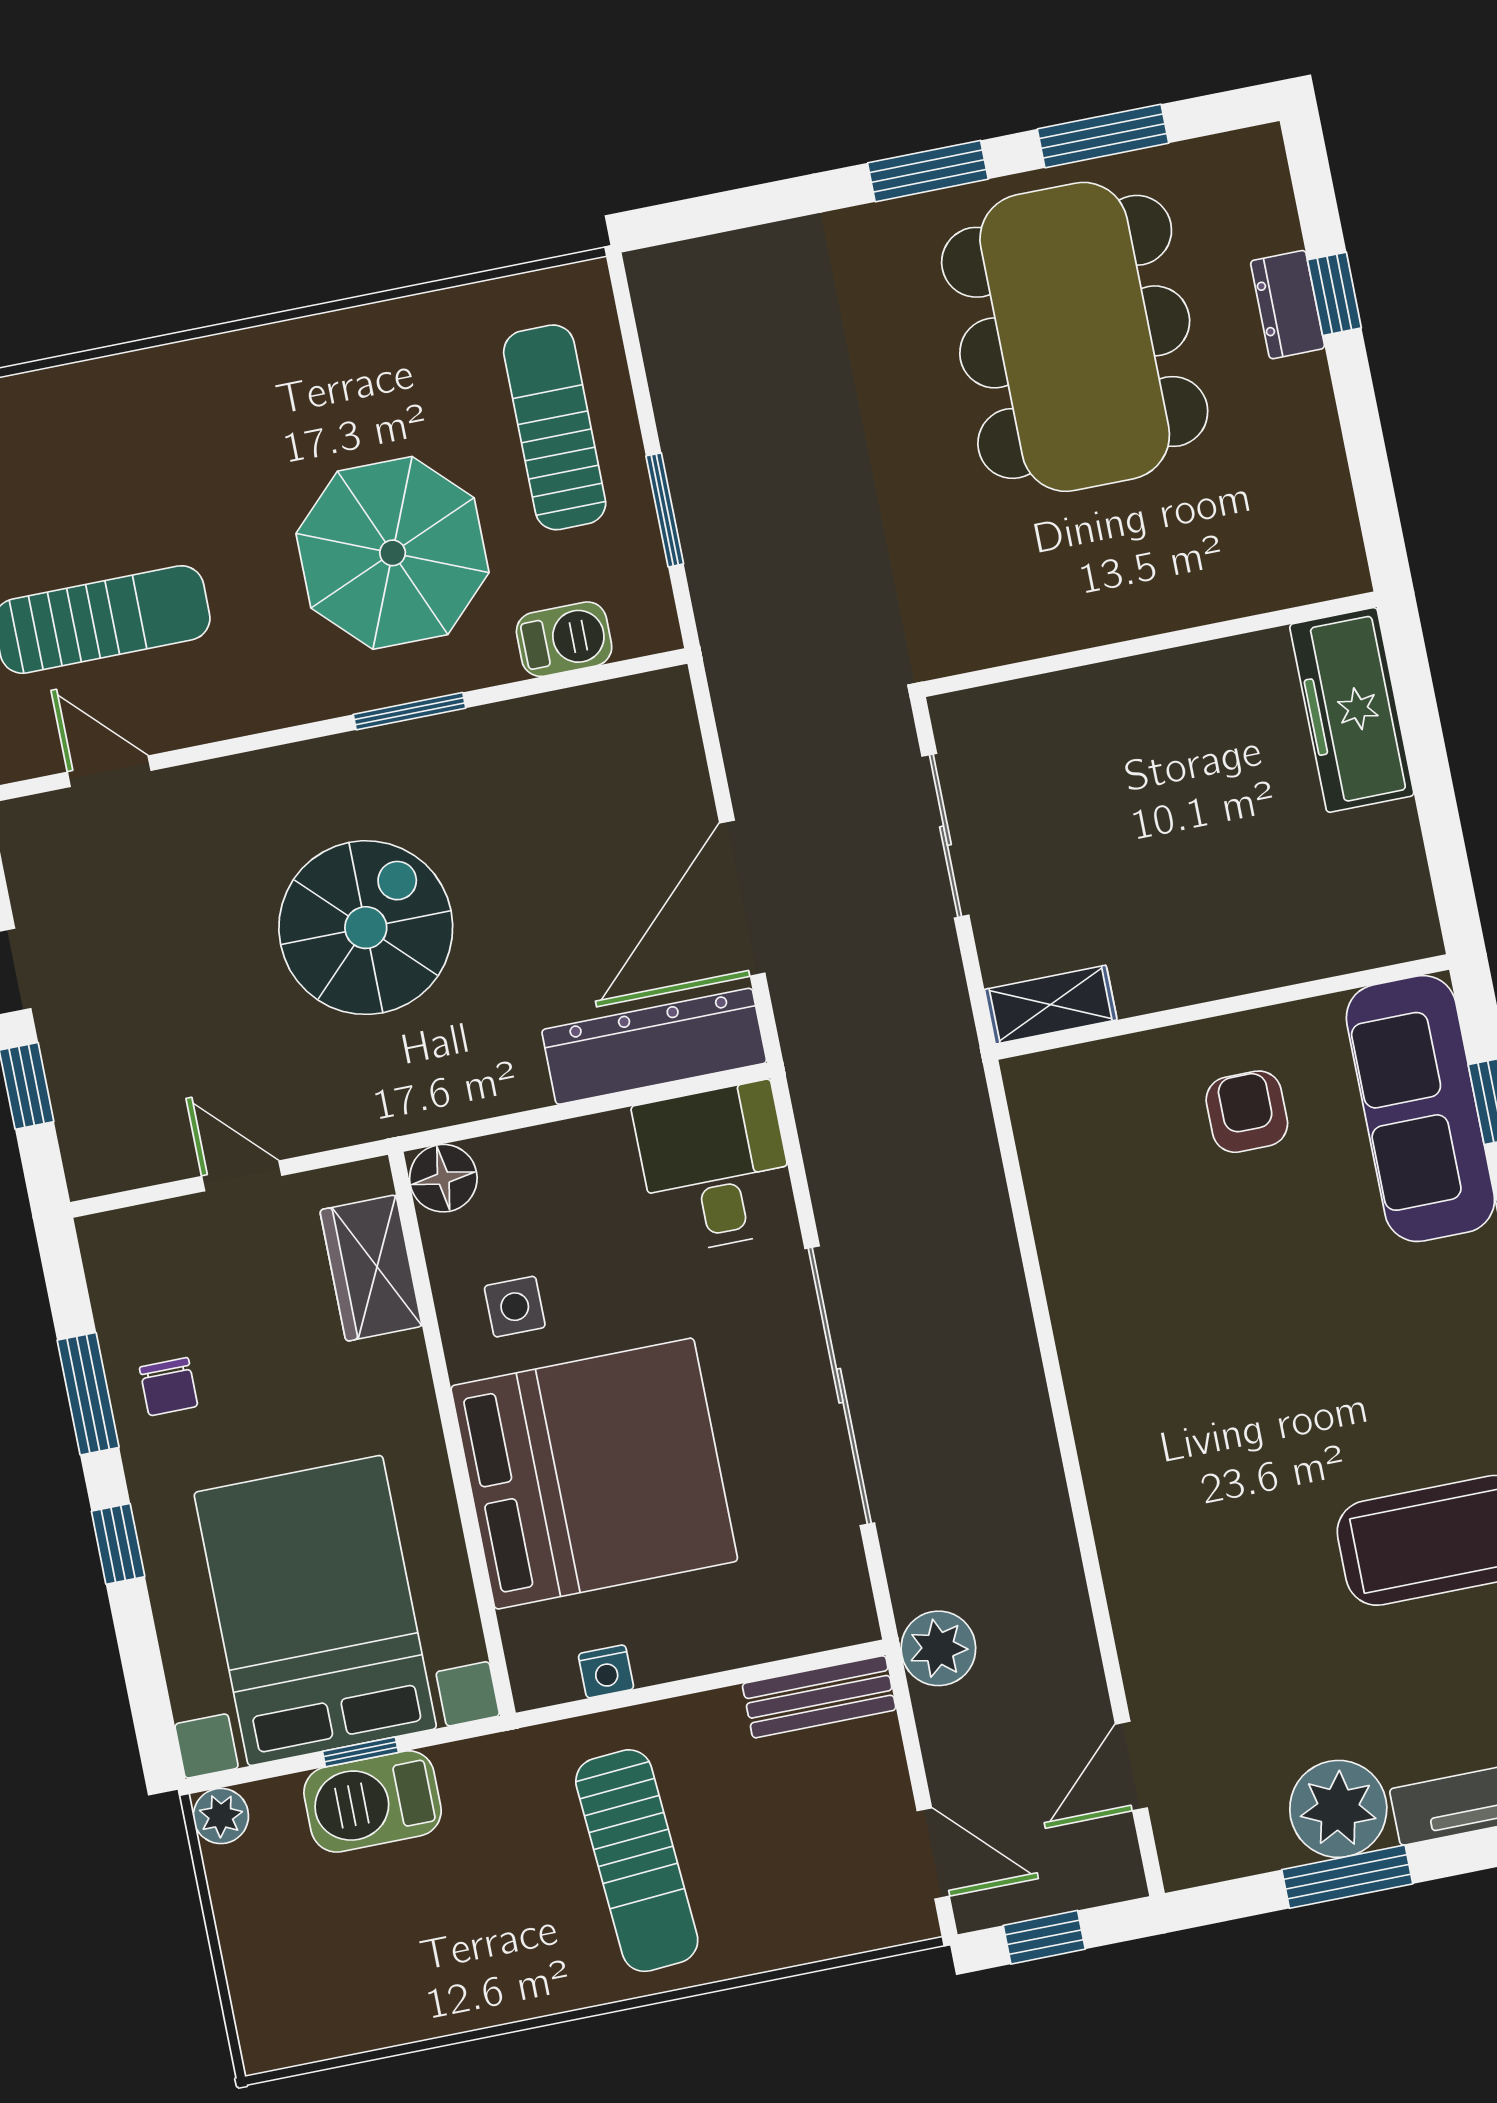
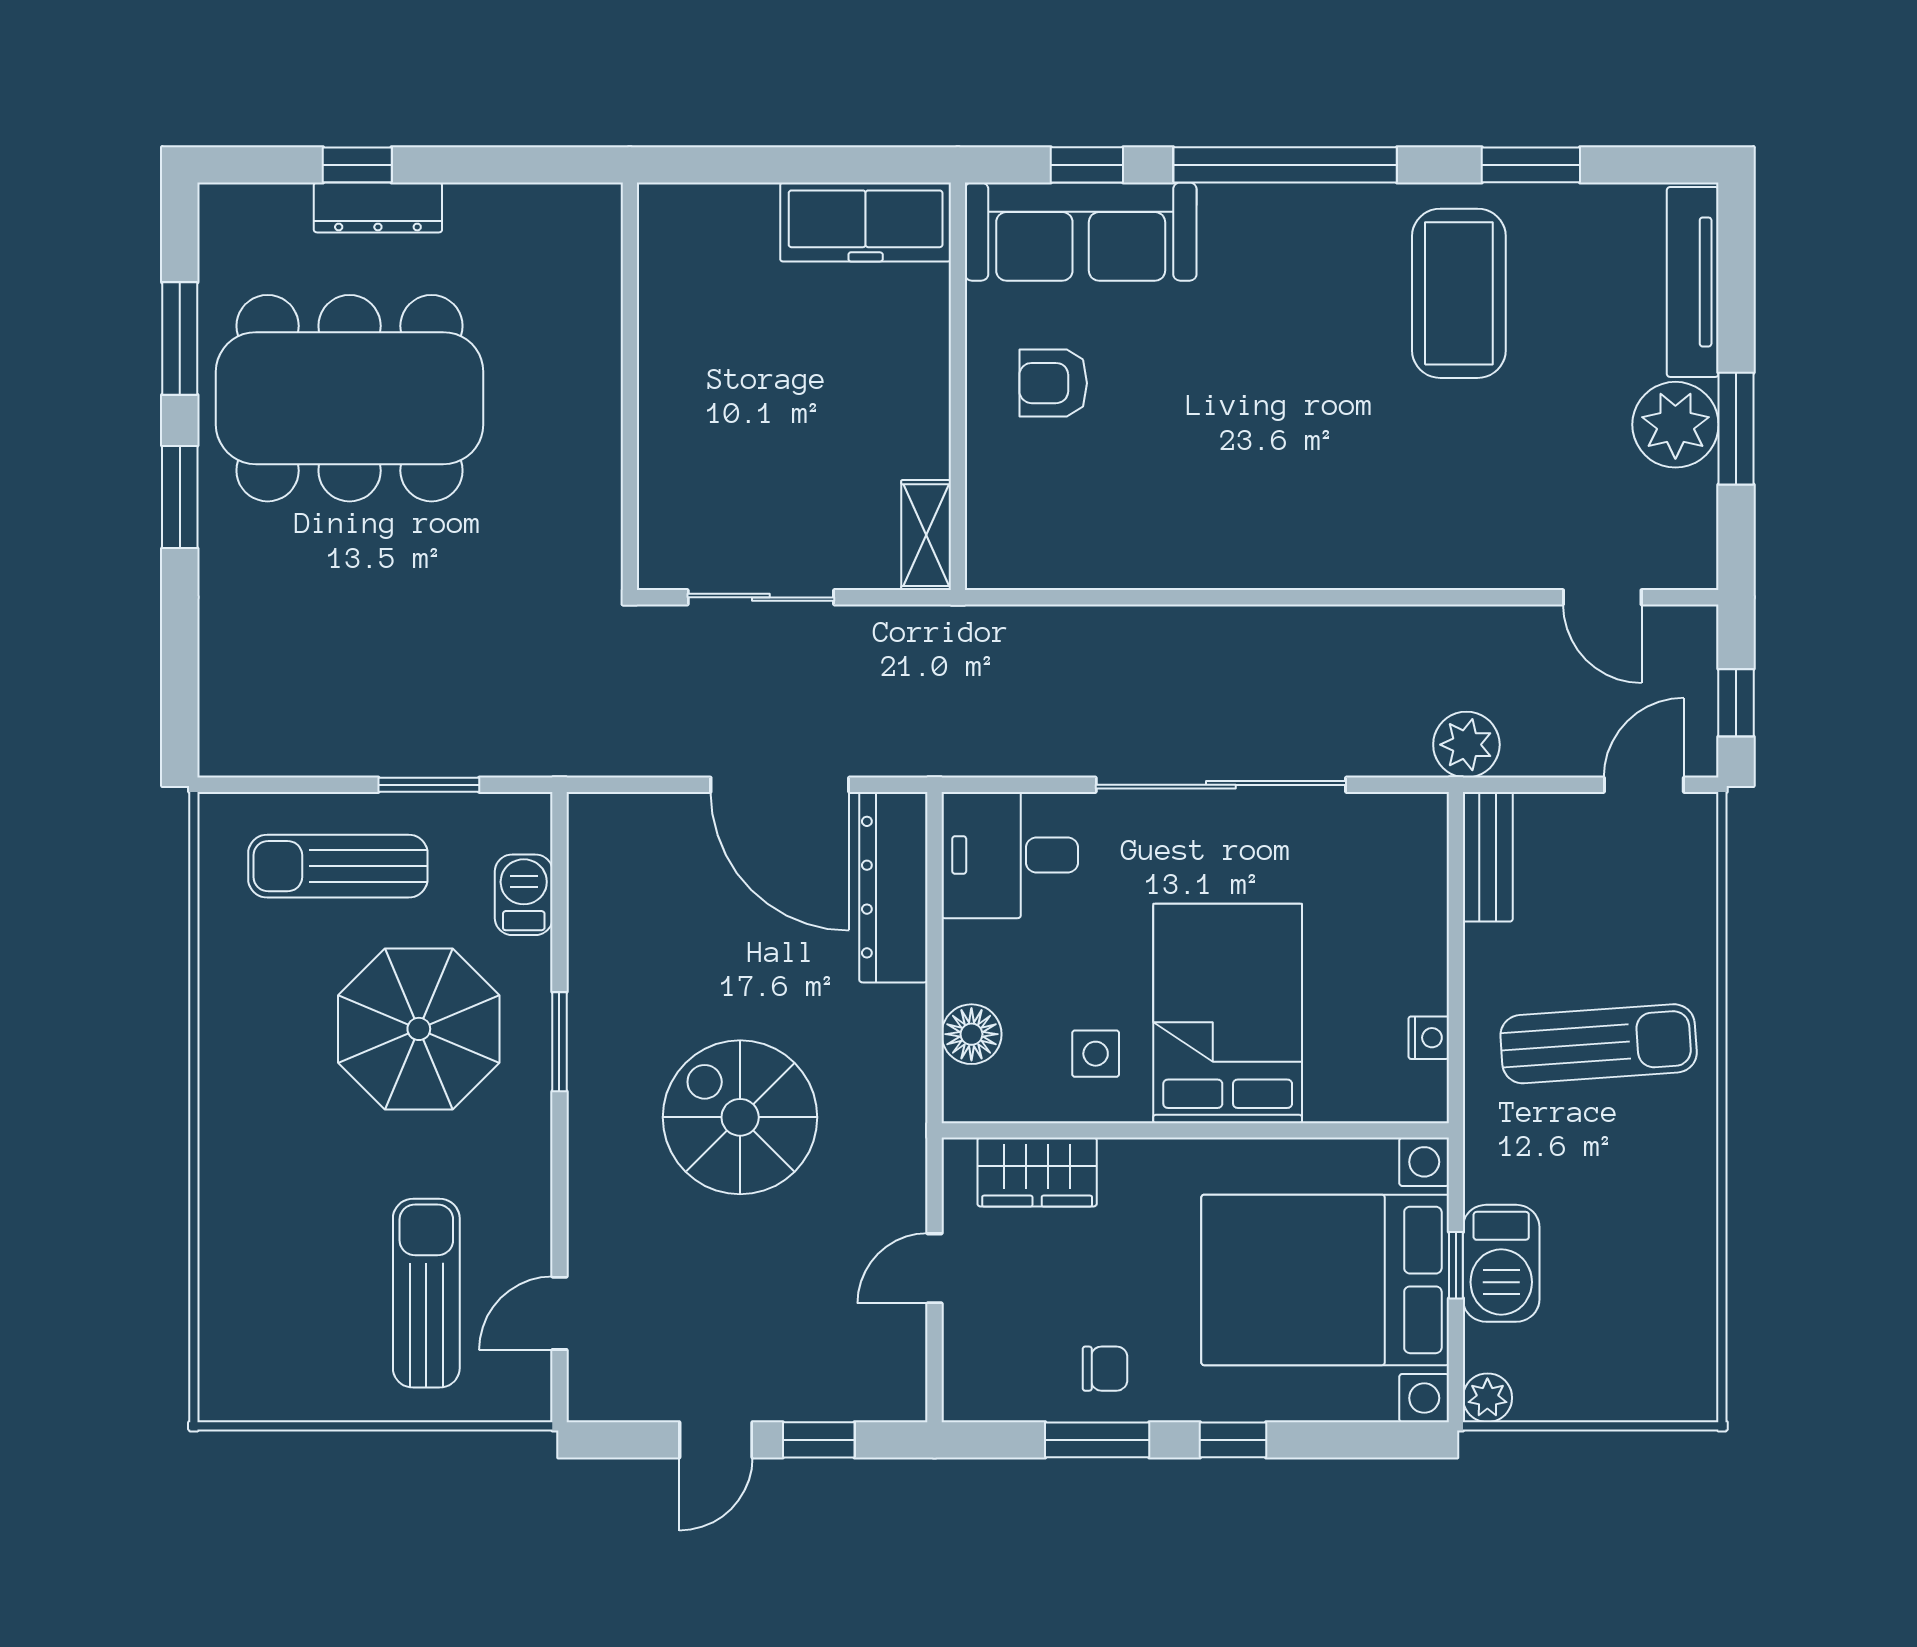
dresser: (1288, 305) -> (378, 207), width x1.44
freezer: (1352, 710) -> (866, 222), moved
floor lamp: (443, 1178) -> (971, 1034), moved
bed: (594, 1474) -> (1228, 1014), width x0.73

